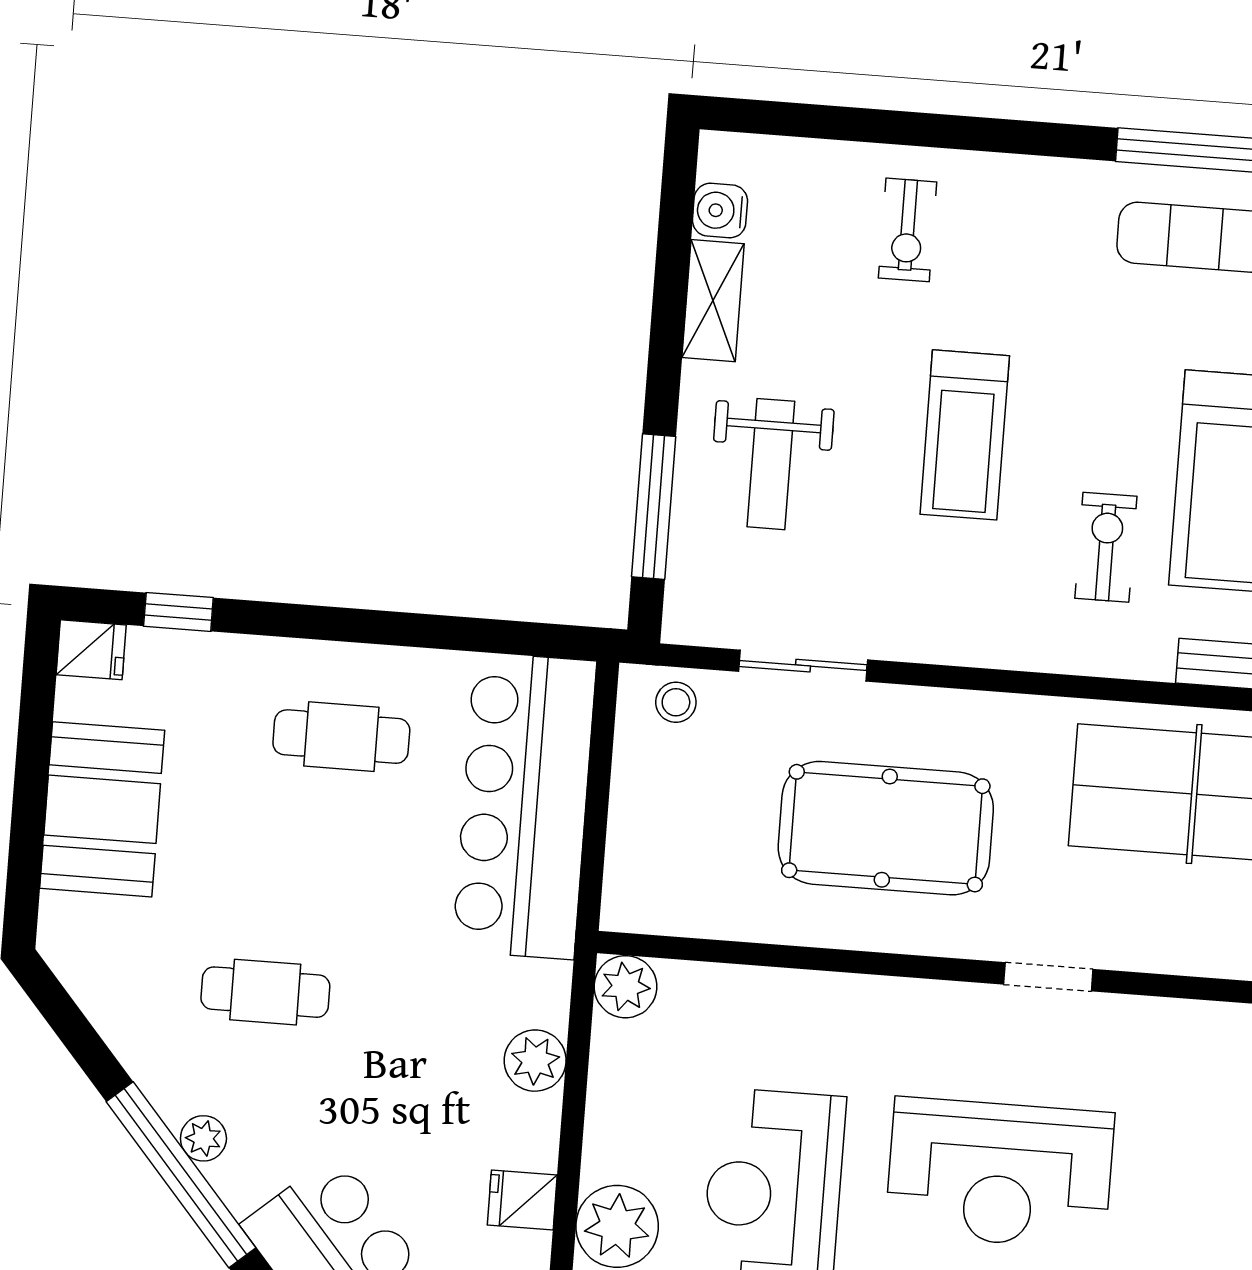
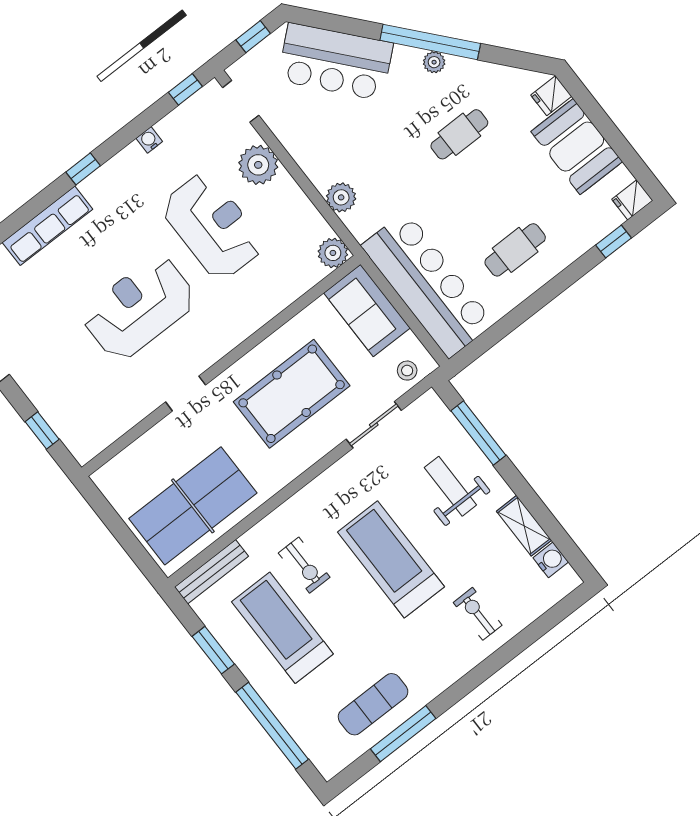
treadmill: (965, 435) -> (391, 559), width x1.37, depth x1.38
sofa: (653, 851) -> (367, 310), added
fridge: (522, 1200) -> (551, 96), moved, turned 180

